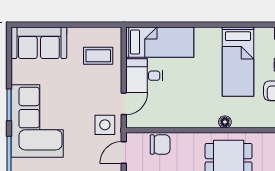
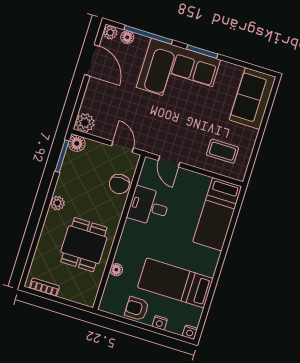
coffee table: (98, 56) -> (222, 151), turned 90
desk: (144, 76) -> (149, 206), moved, turned -90
floor lamp: (225, 122) -> (116, 270), moved
side table: (105, 125) -> (155, 137), removed

